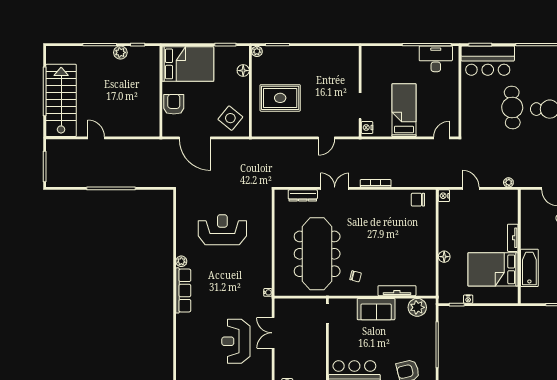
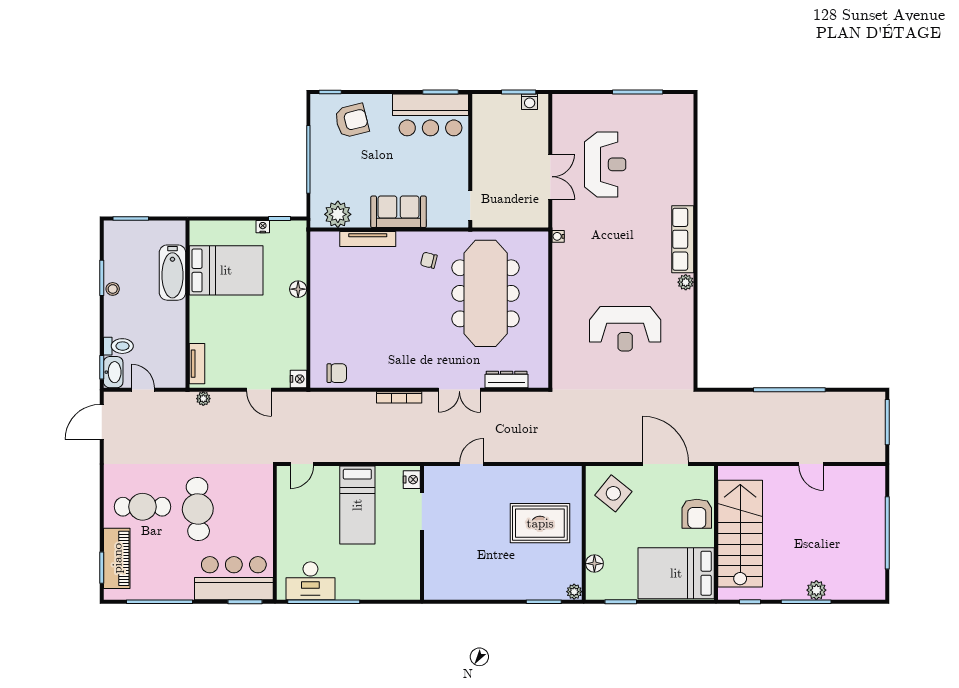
plant: (120, 52) -> (816, 590), moved
stairs: (61, 100) -> (740, 534), moved, turned 180
tv unit: (513, 238) -> (197, 364), moved

